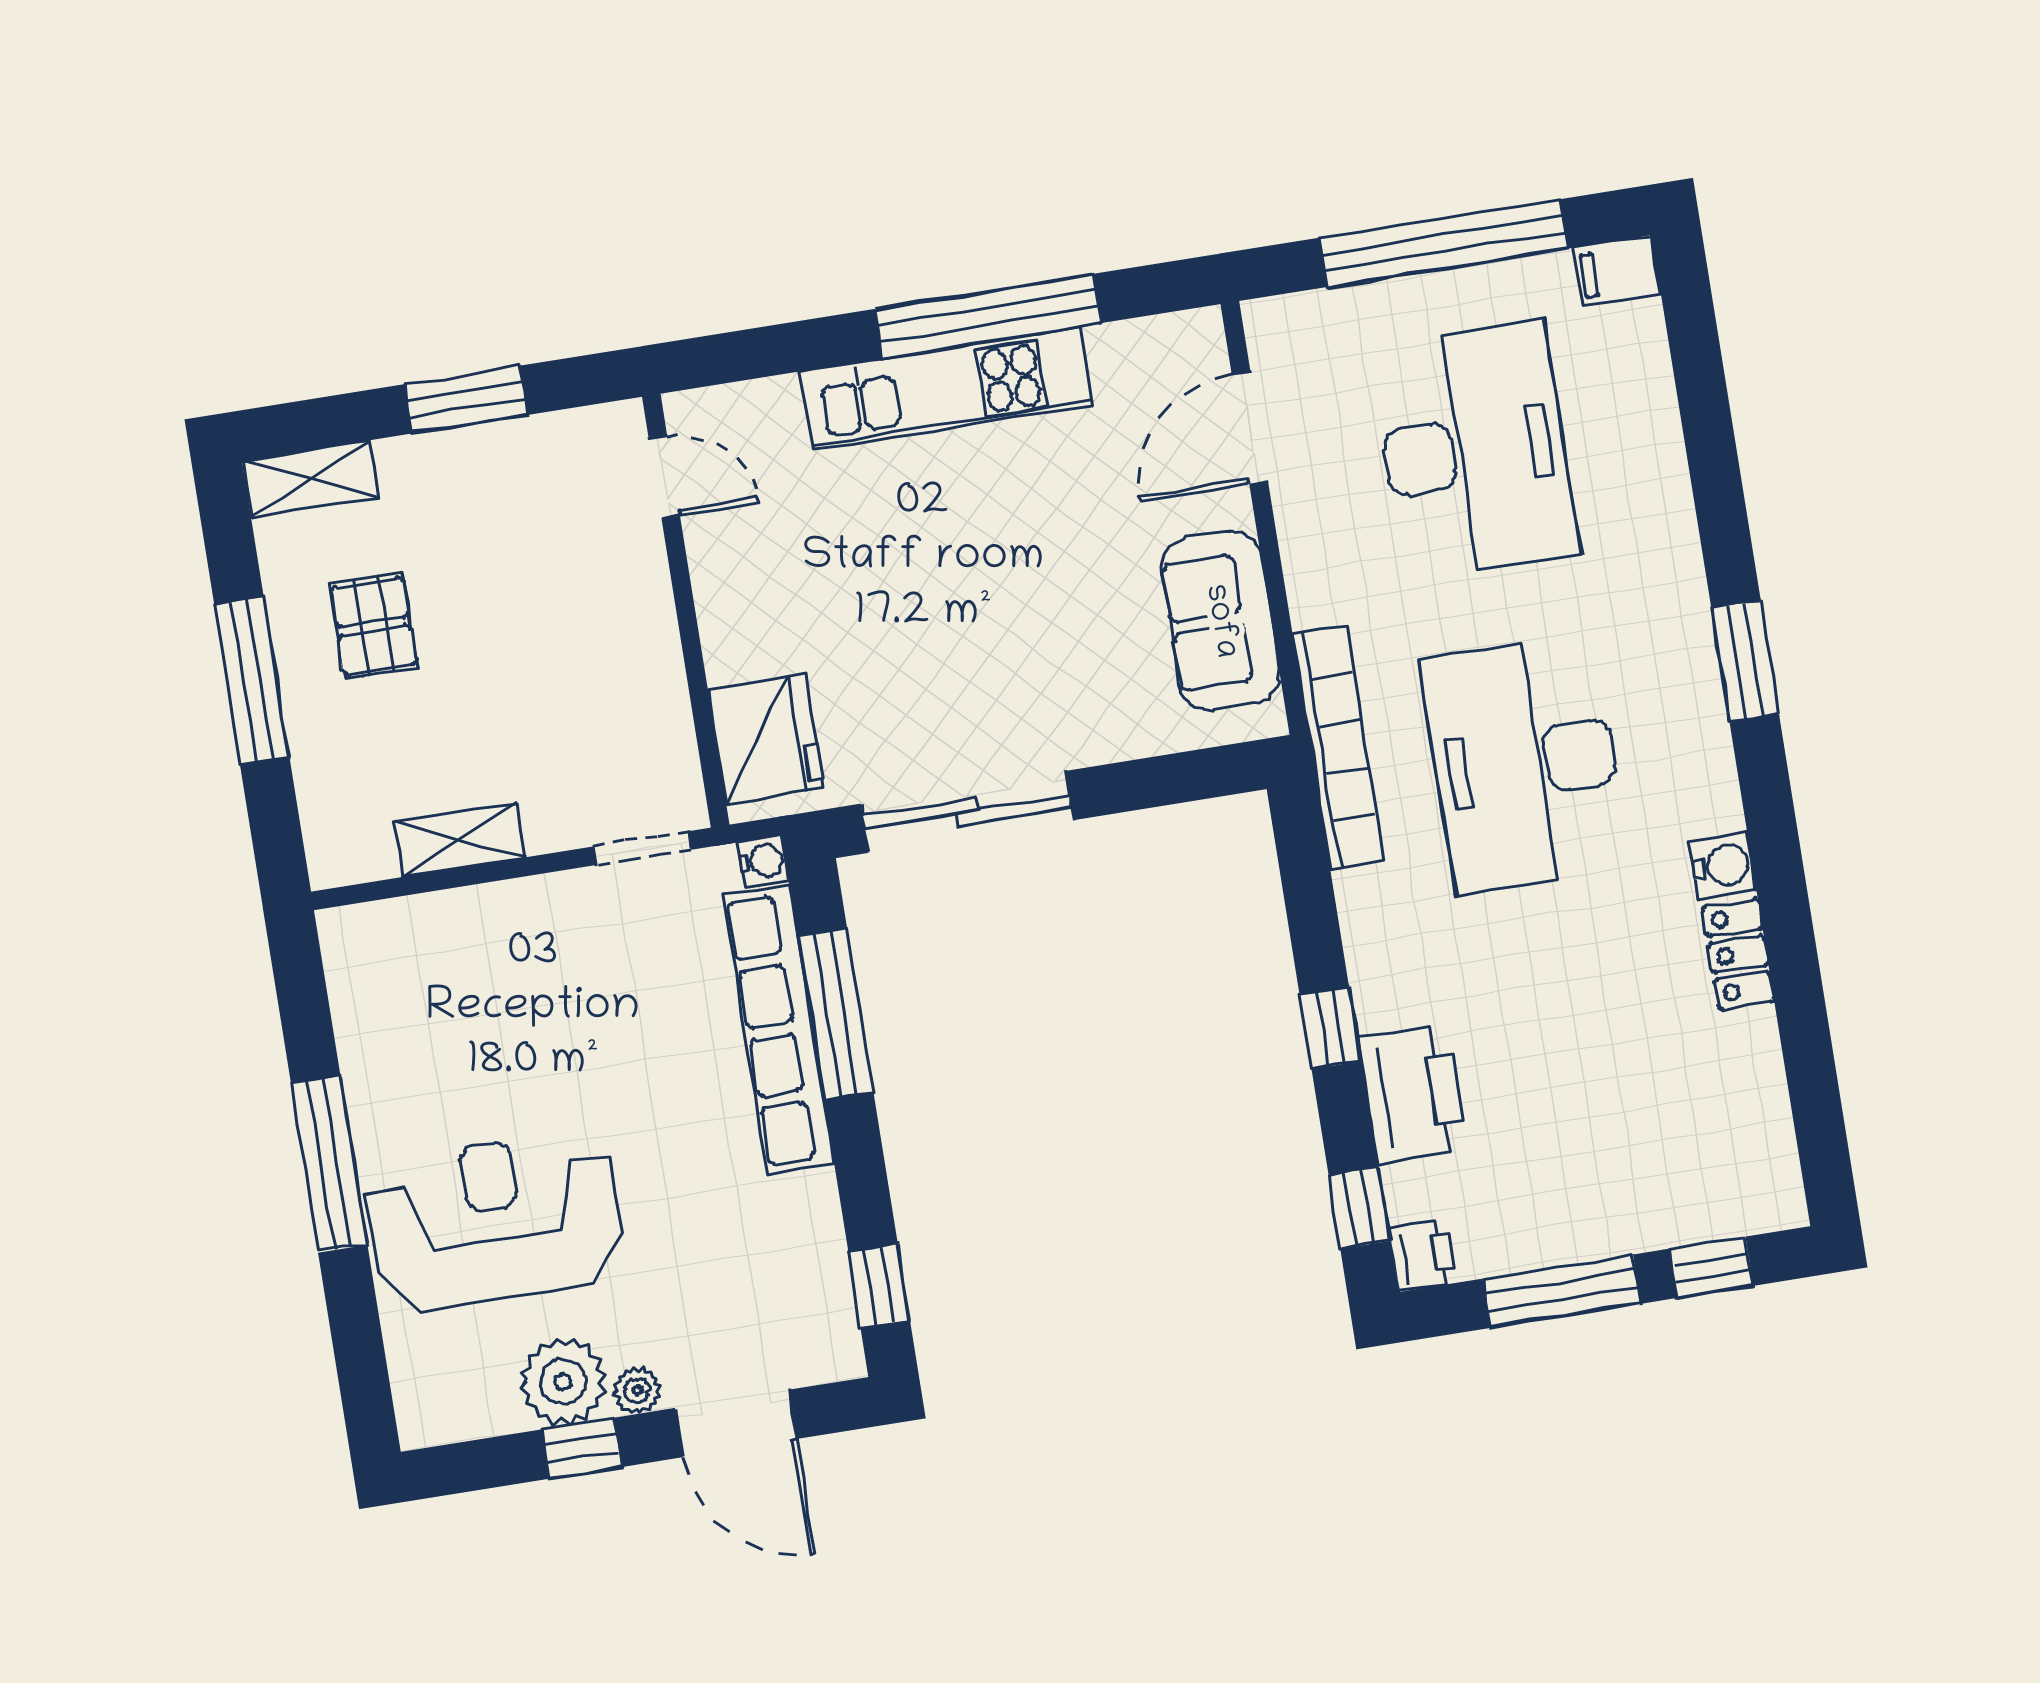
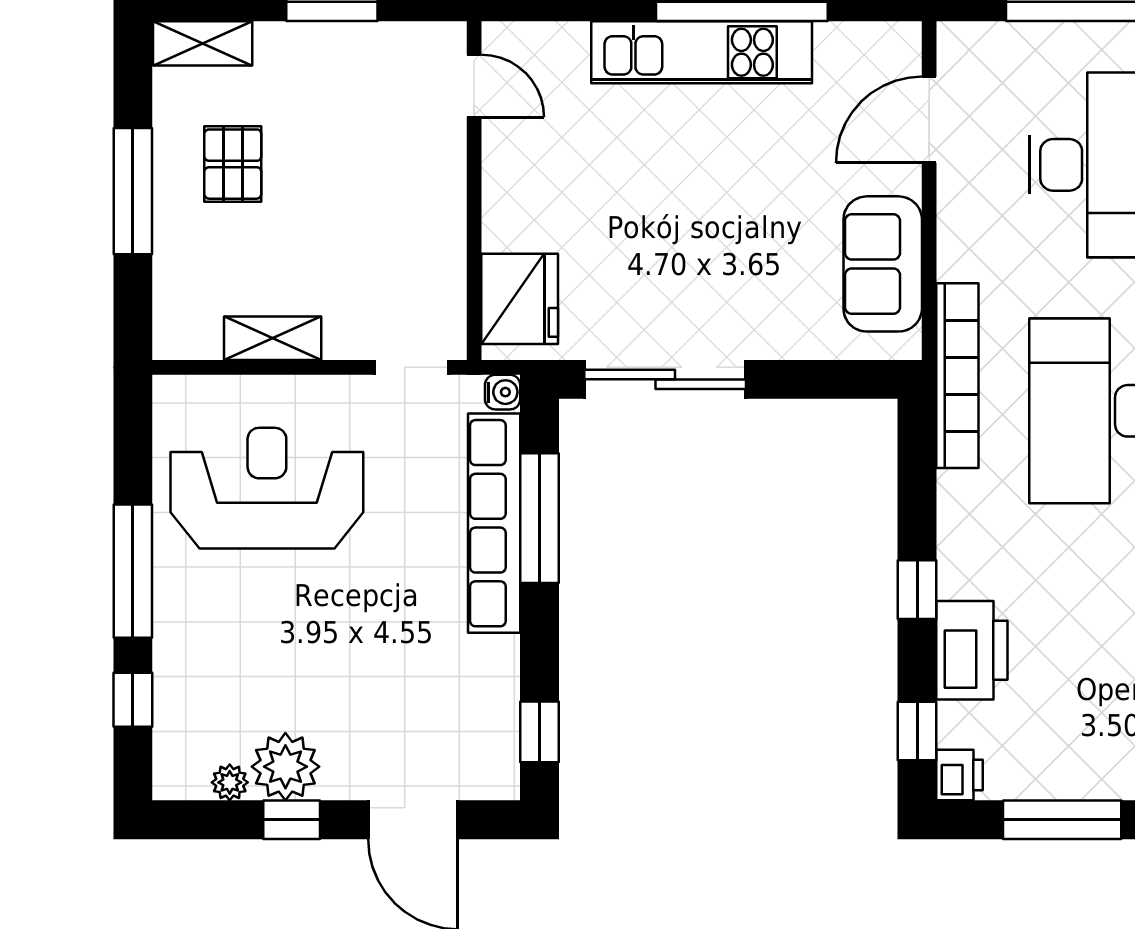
reception desk: (495, 1221) -> (267, 488), moved
window: (355, 1328) -> (133, 700), added
plant: (637, 1390) -> (230, 782), moved

